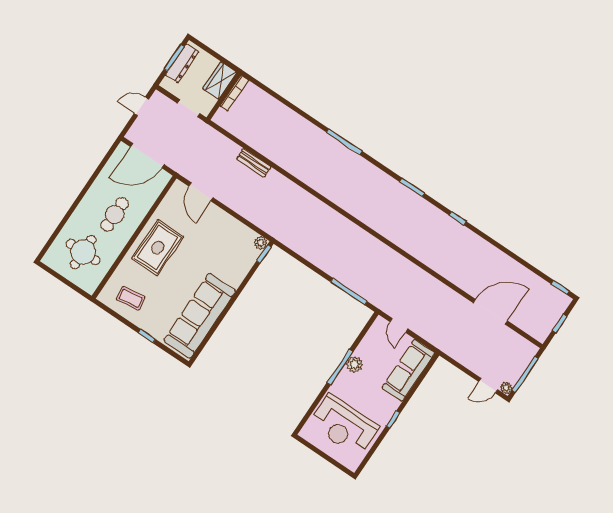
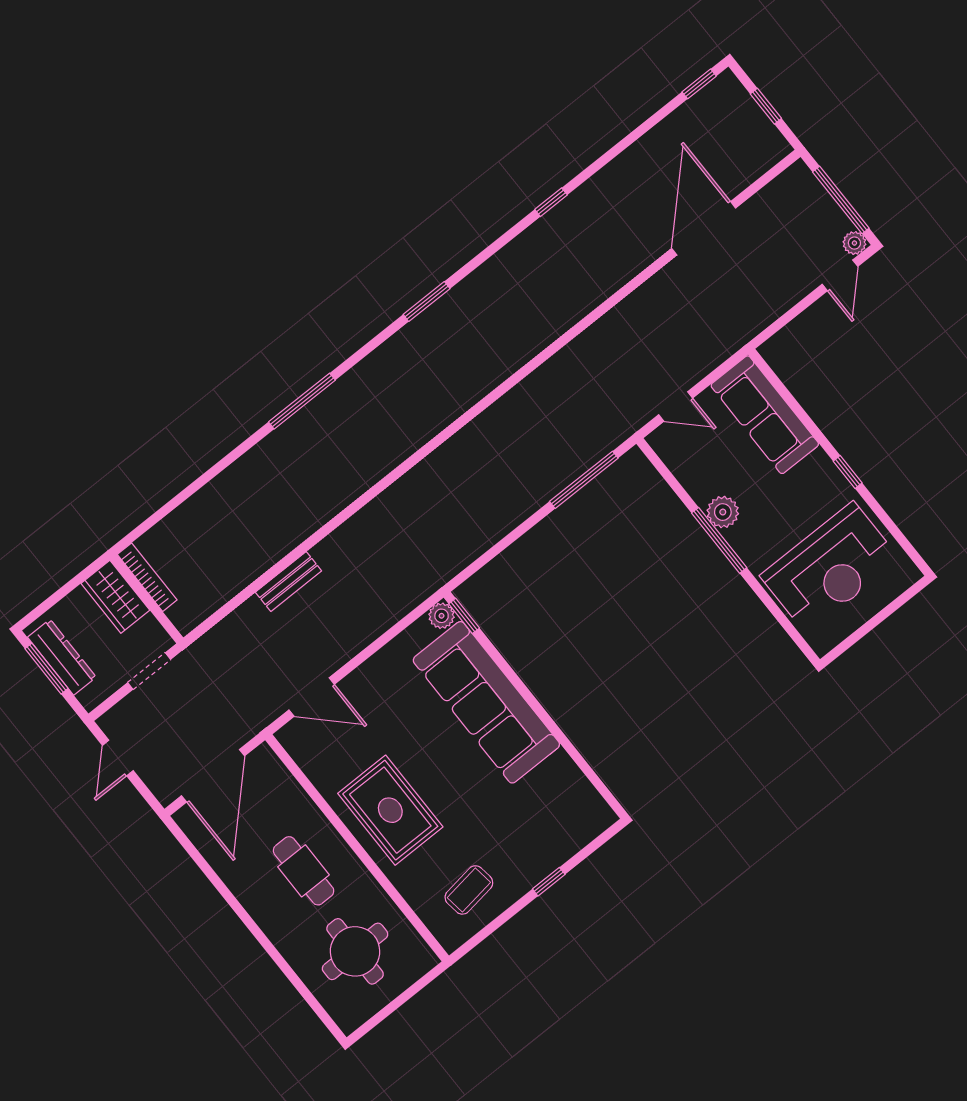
window: (458, 218) -> (551, 202), moved
sofa: (200, 316) -> (486, 702), moved

